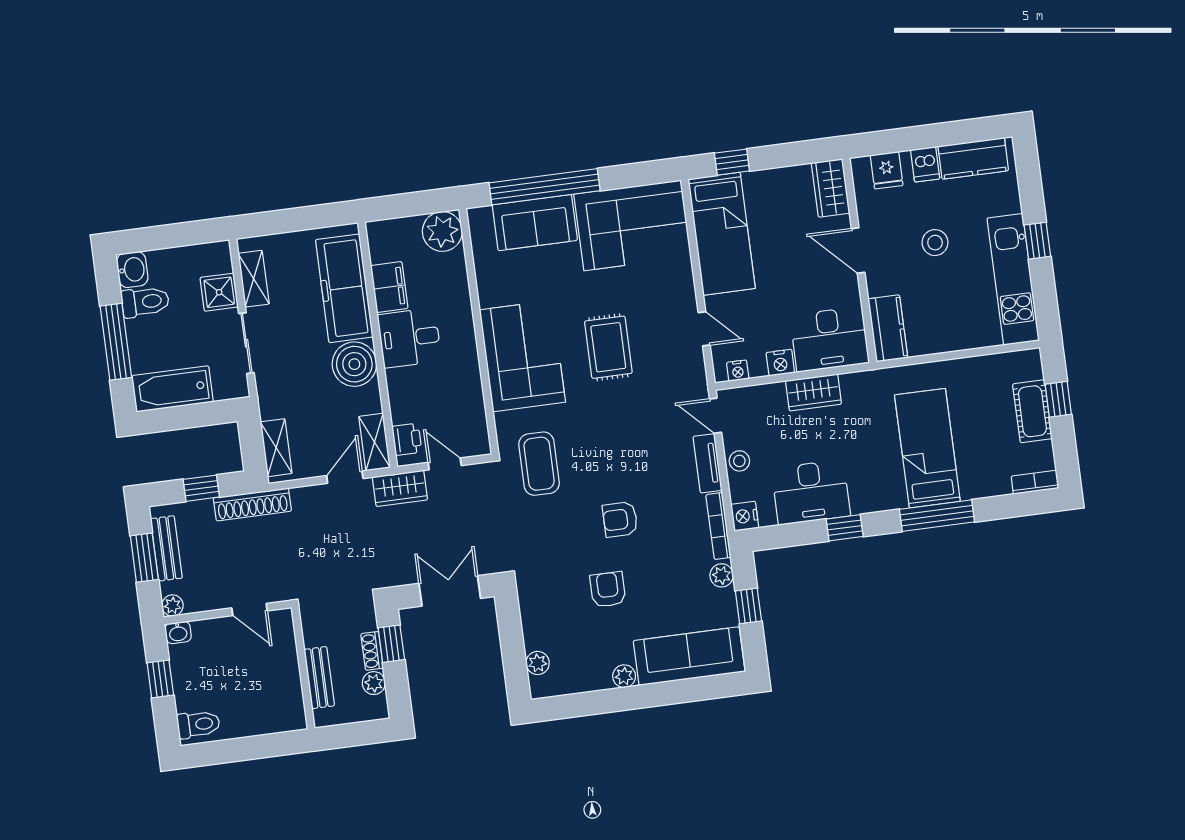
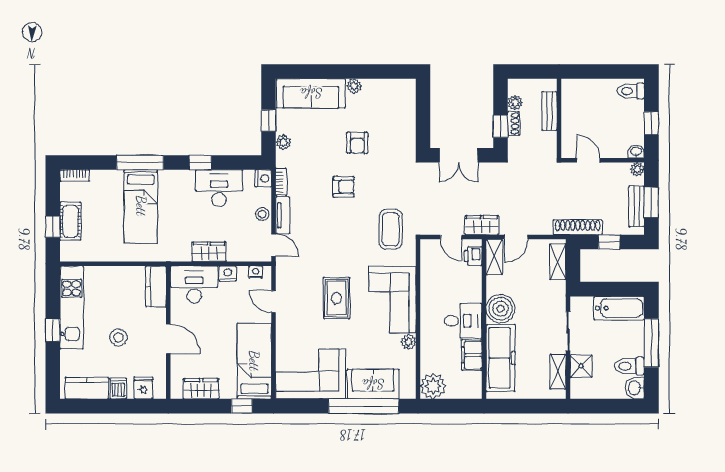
wardrobe: (831, 188) -> (201, 389), moved, turned -90
bookcase: (718, 526) -> (281, 182), width x0.64
plant: (538, 663) -> (408, 342), moved

